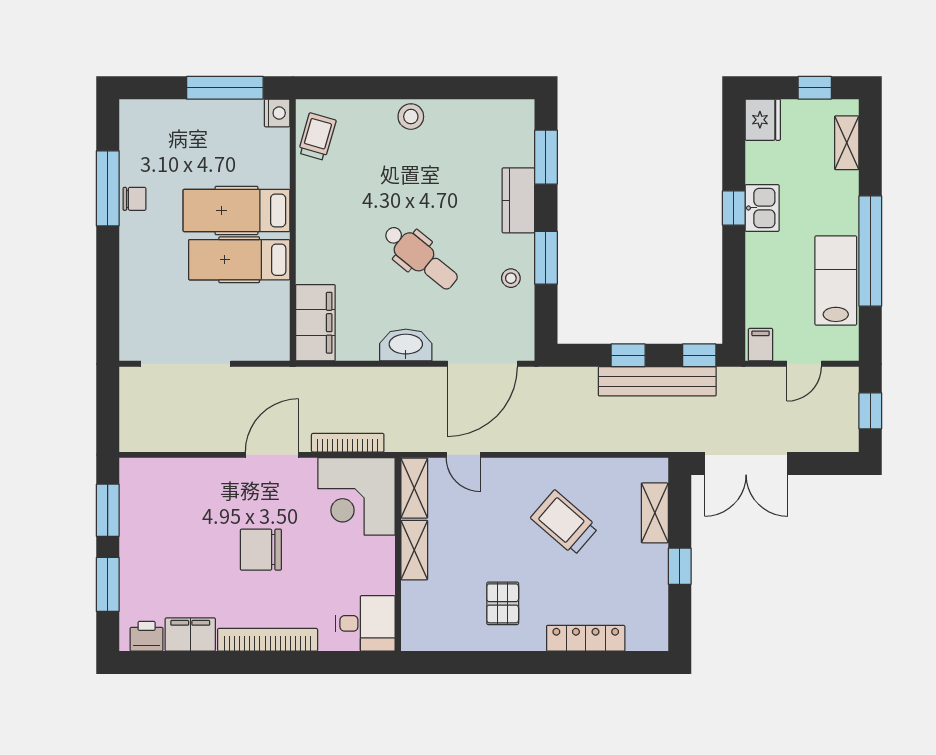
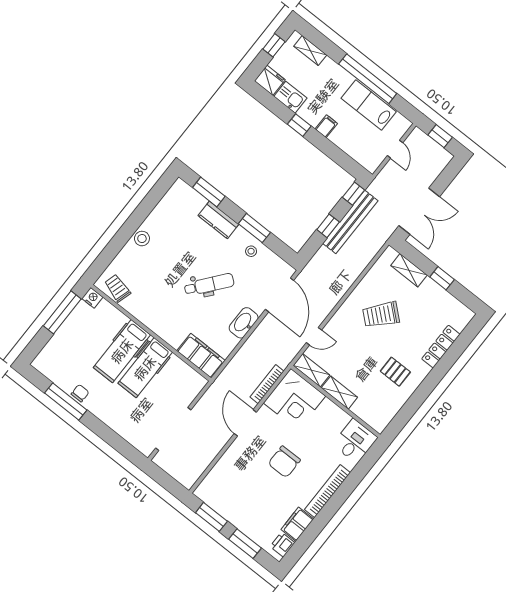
kitchen sink: (762, 208) -> (290, 97), moved
filing cabinet: (761, 345) -> (326, 126), moved, turned 90

